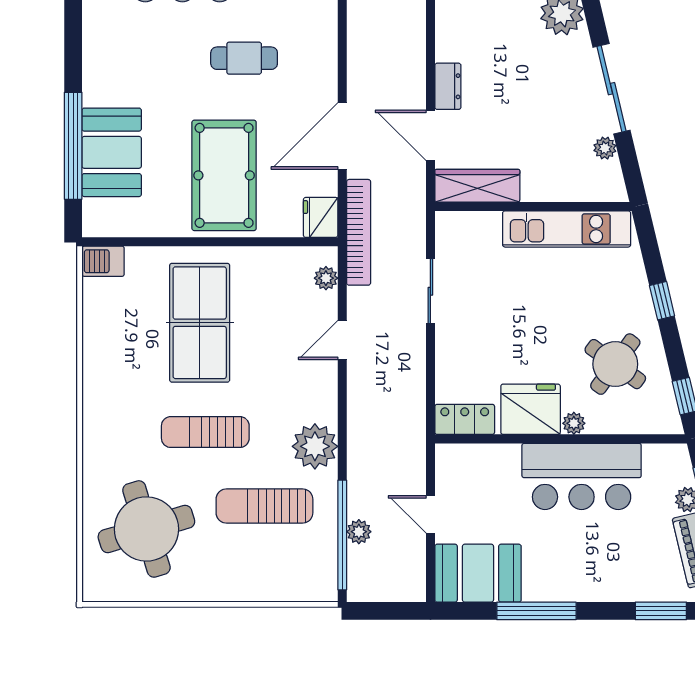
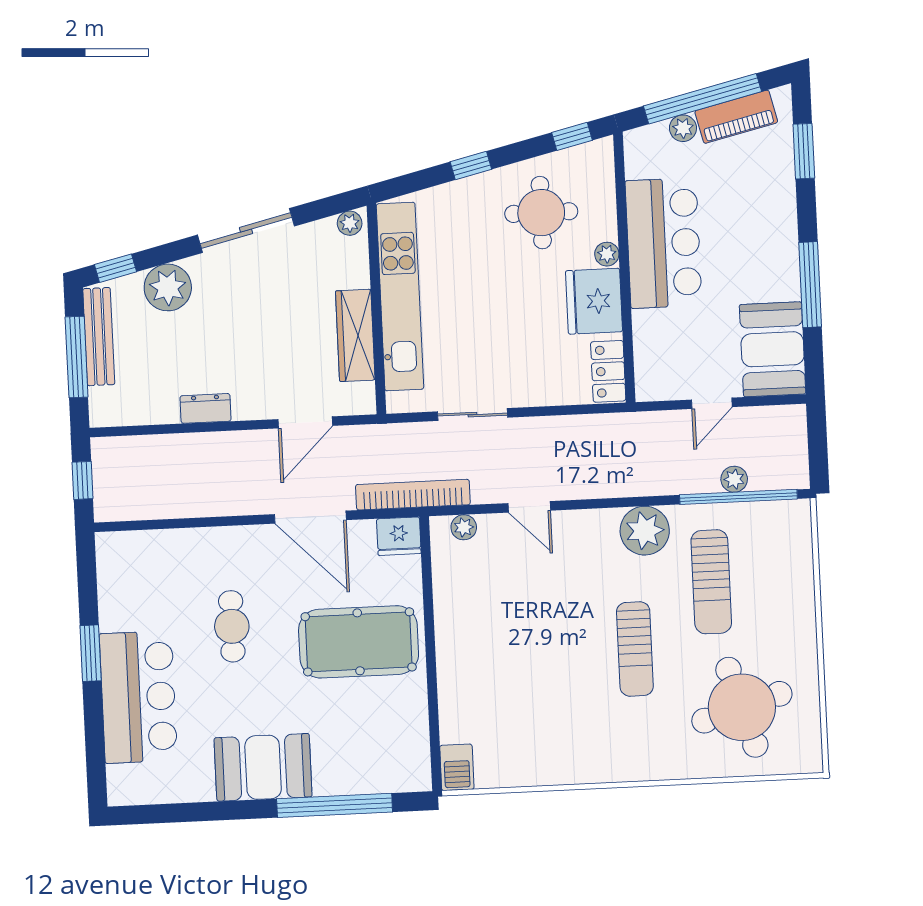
dresser: (448, 86) -> (206, 408), moved
plant: (605, 148) -> (350, 223), moved
booth: (112, 152) -> (263, 767), moved
wardrobe: (477, 186) -> (355, 335), moved
kitchen unit: (567, 229) -> (400, 297), width x1.36
table tennis table: (200, 323) -> (518, 661), removed
round table: (615, 364) -> (541, 213), turned -36

